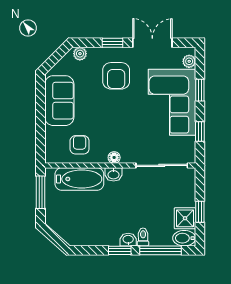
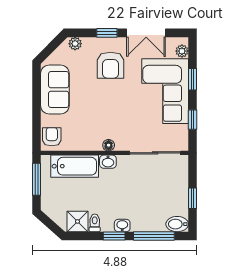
double door: (152, 43) -> (146, 33), swing flipped
armchair: (80, 145) -> (52, 137), moved
shower: (185, 218) -> (77, 221), moved
toilet: (143, 237) -> (95, 223), moved

